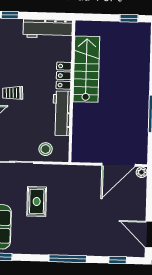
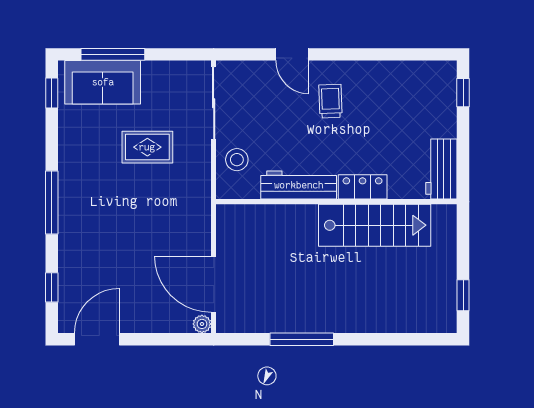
workbench: (48, 29) -> (441, 169), width x0.73

